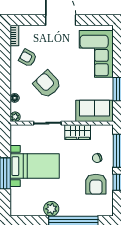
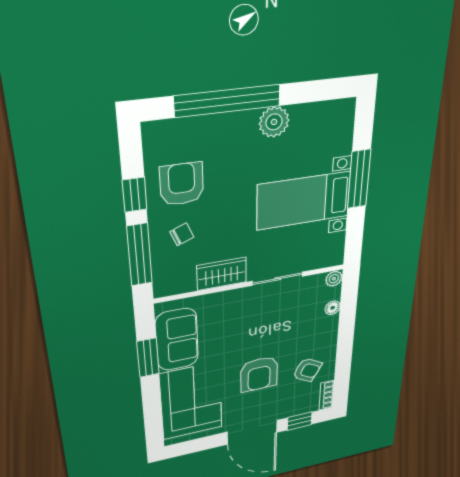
window: (31, 20) -> (300, 421), added
armchair: (47, 84) -> (259, 374), moved, turned 43
sofa: (94, 111) -> (177, 340), moved, turned -90

